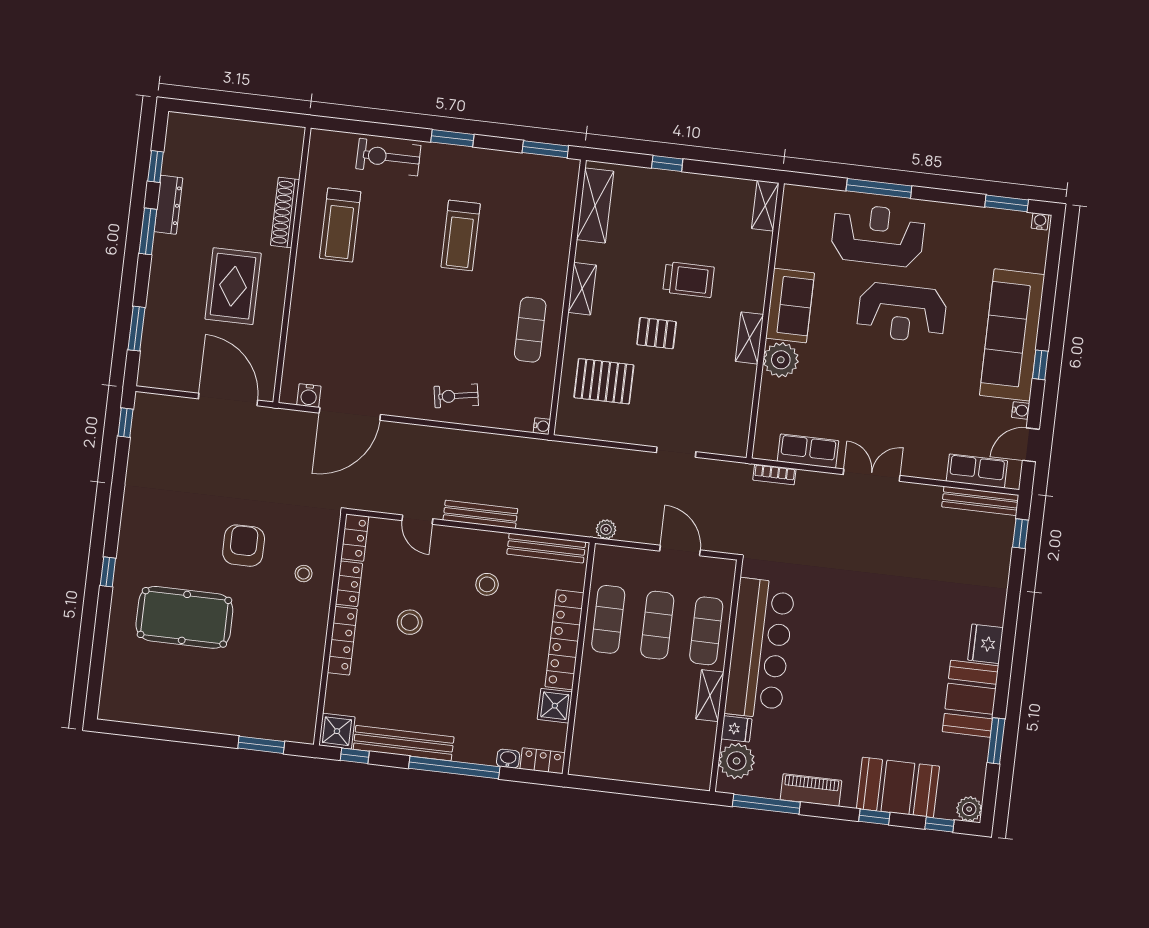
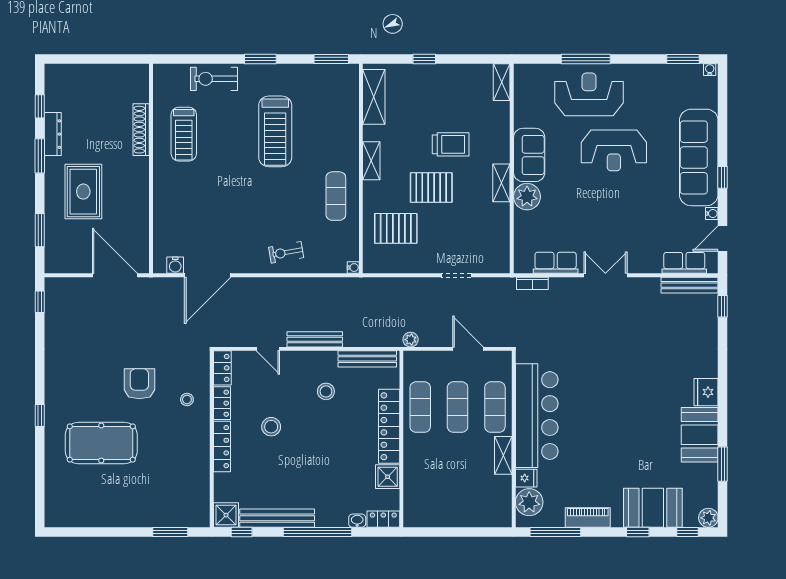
treadmill: (461, 235) -> (275, 131), width x1.37, depth x1.38
rug: (233, 286) -> (83, 192), moved
pallet: (657, 333) -> (431, 188), width x1.50, depth x1.42

